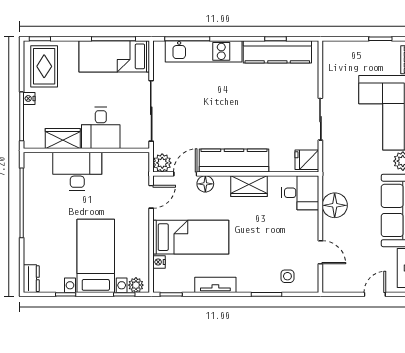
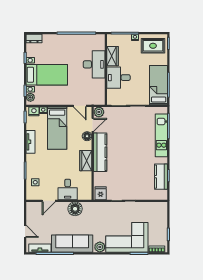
kitchen counter: (277, 52) -> (161, 177), width x0.67
door: (185, 174) -> (93, 125), hinge flipped
desk: (300, 193) -> (68, 189), moved
nightstand: (161, 279) -> (34, 111), added

